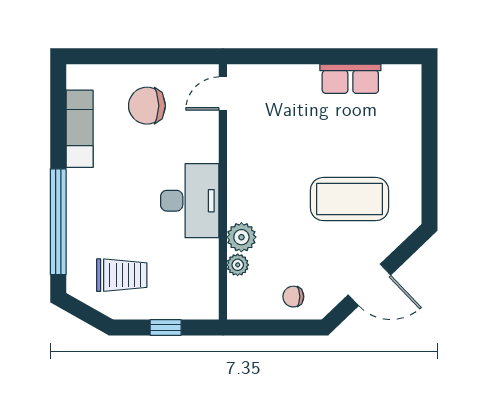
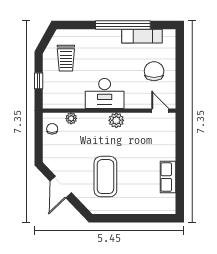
window: (58, 222) -> (123, 25), moved
plant: (241, 237) -> (116, 120), moved
chair: (293, 297) -> (52, 129), moved

